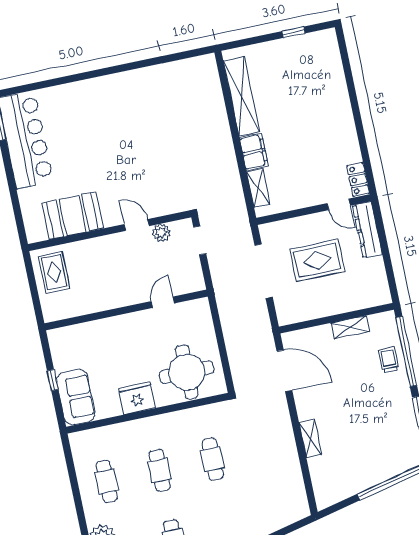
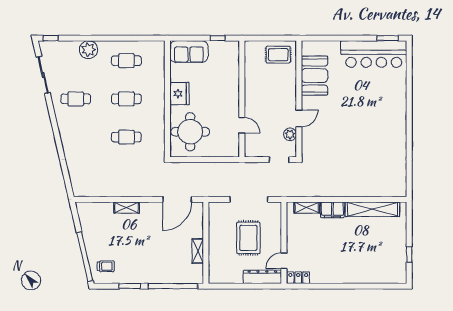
trolley: (389, 360) -> (106, 266), moved
window: (53, 380) -> (218, 38), moved

